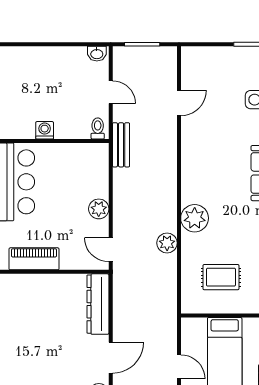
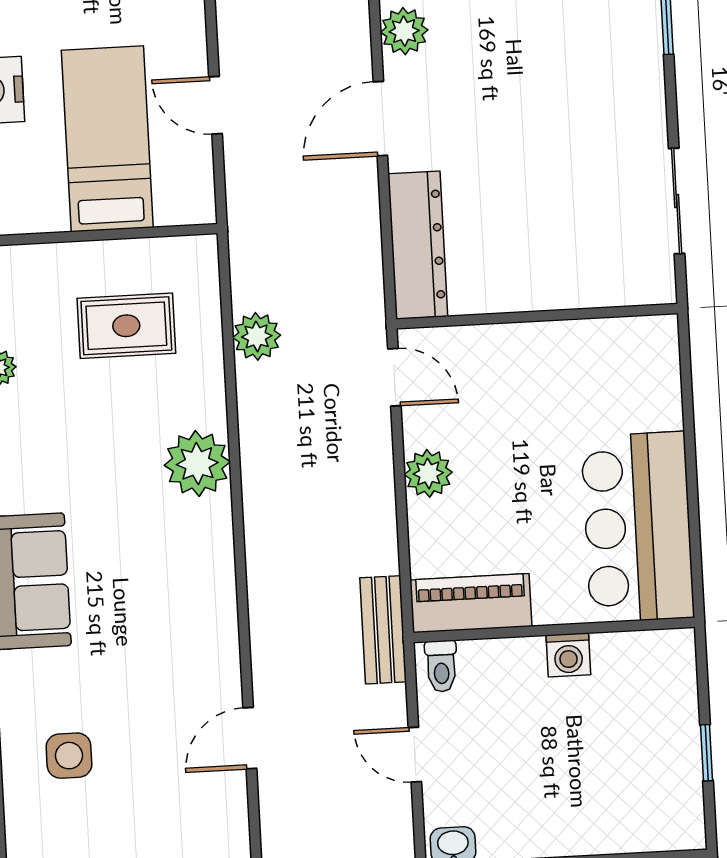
plant: (167, 243) -> (257, 336), moved
piano: (34, 259) -> (471, 603), moved, turned 180

